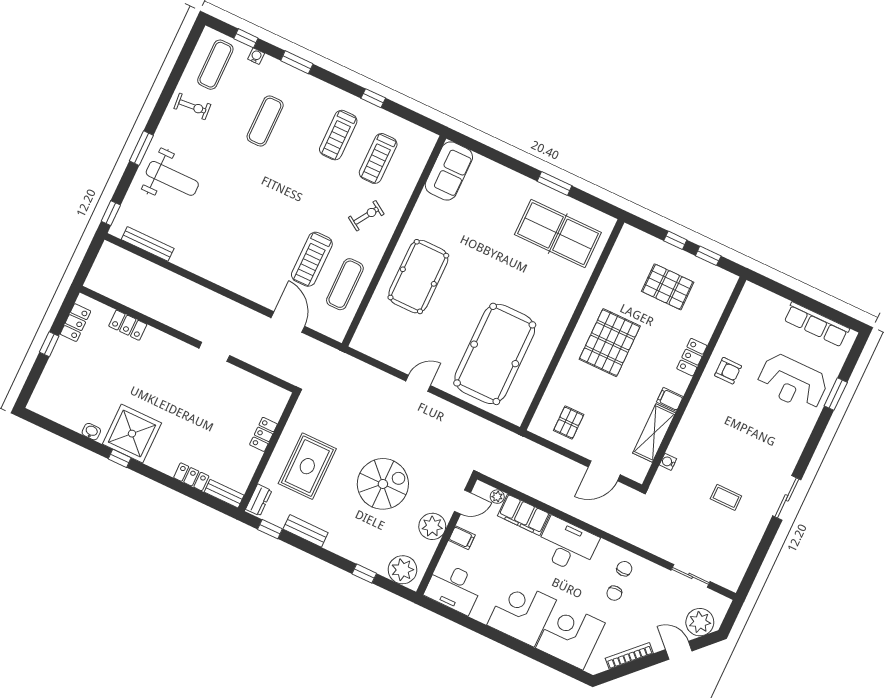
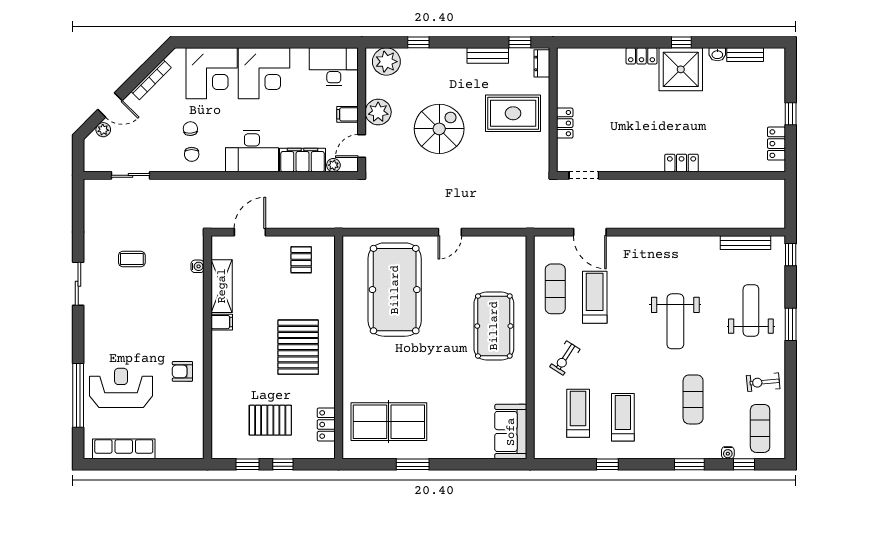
weight bench: (172, 178) -> (751, 311), turned 90
weight bench: (247, 201) -> (675, 321), added
locker: (128, 325) -> (682, 163), moved
doorway: (214, 352) -> (584, 175), moved
locker: (692, 357) -> (326, 424), moved, turned 180
window: (836, 394) -> (78, 395), width x2.11
rug: (307, 466) -> (513, 113), turned 90
locker: (191, 477) -> (642, 56), moved
spiral stairs: (383, 484) -> (439, 129), turned 180
bench: (224, 494) -> (745, 55), moved
plant: (700, 622) -> (103, 130), width x0.53, depth x0.53

